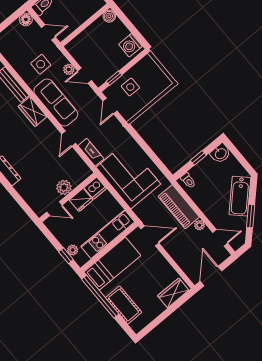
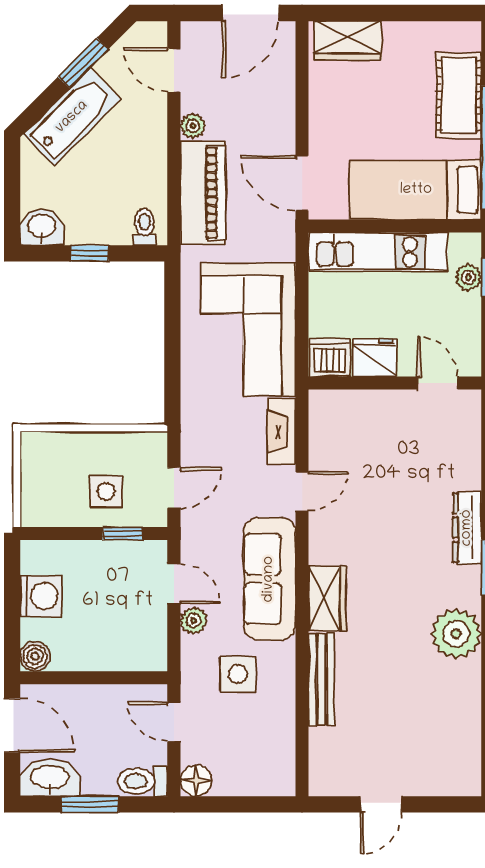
washing machine: (130, 45) -> (41, 596), moved
plant: (64, 187) -> (387, 408), removed

